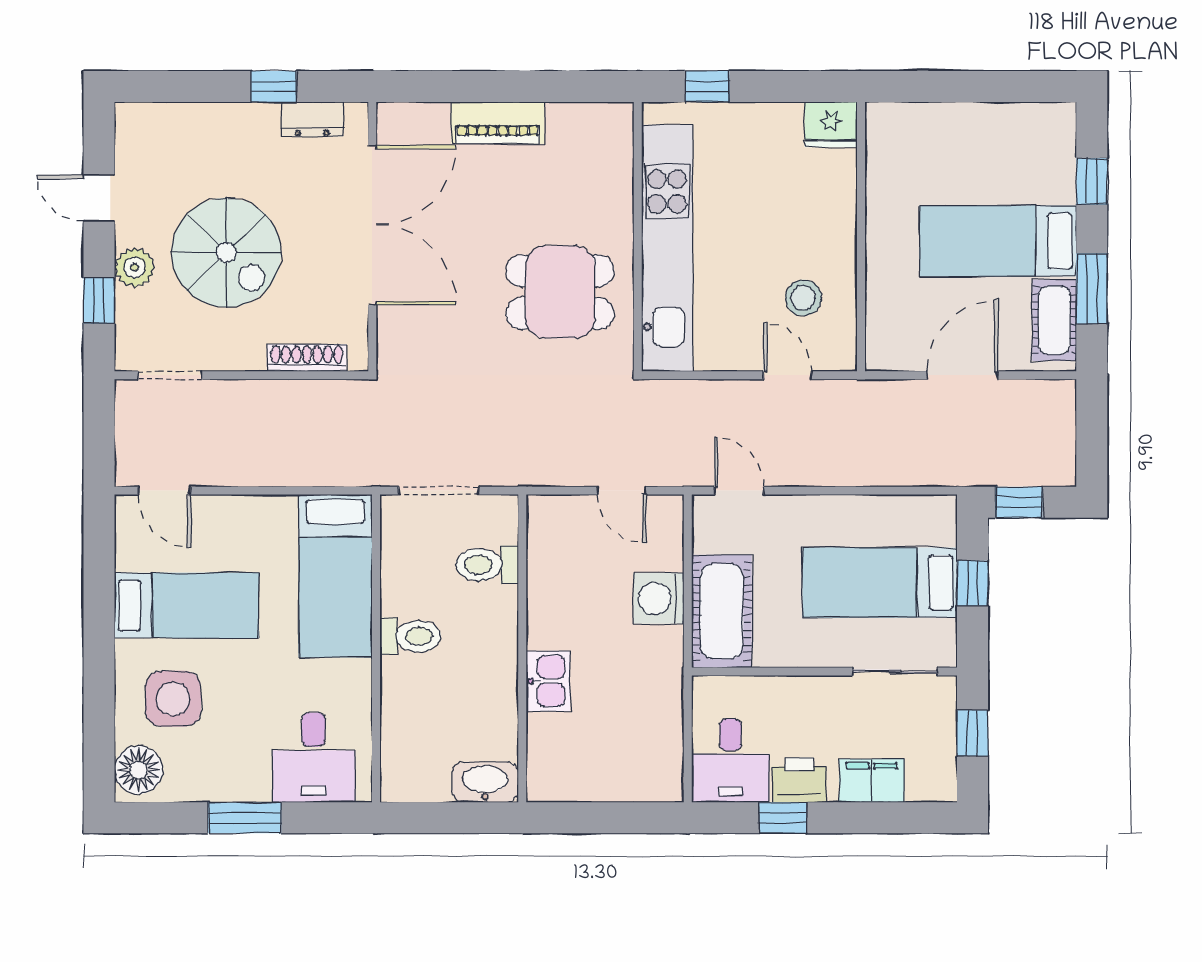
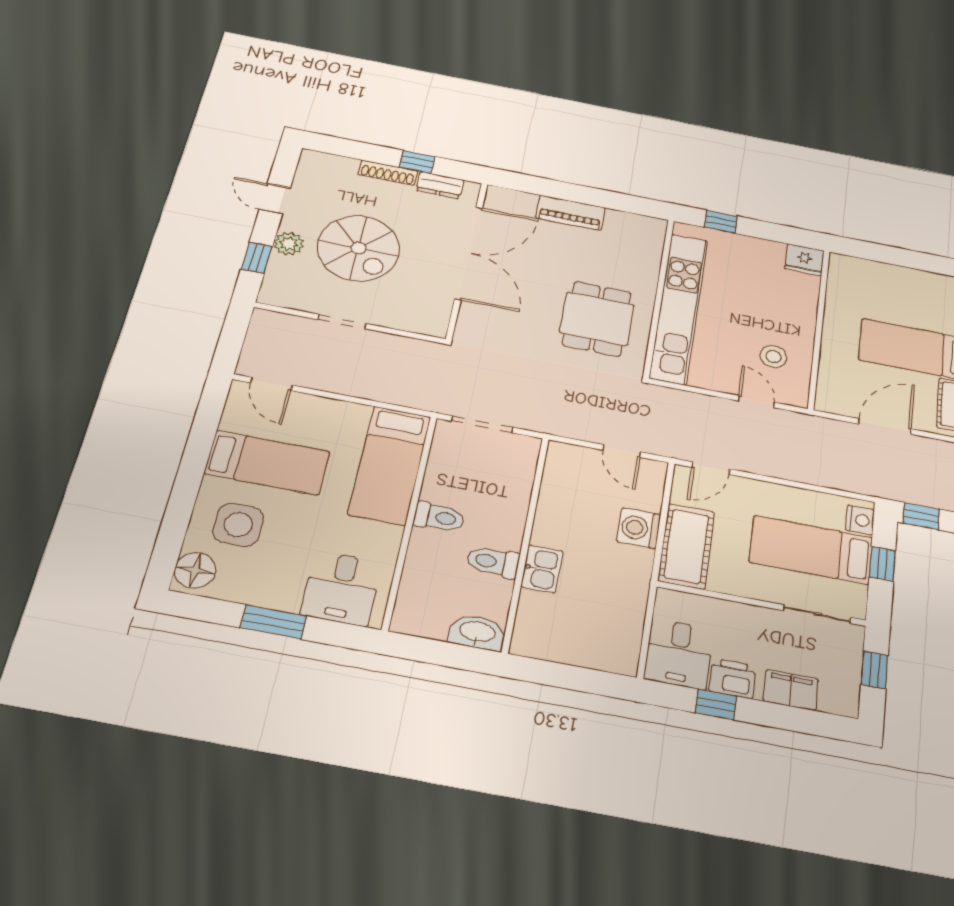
dining table: (560, 292) -> (597, 319), turned 90
shoe rack: (307, 358) -> (388, 173), moved, turned 180
doorway: (170, 375) -> (342, 322), moved
door: (739, 491) -> (711, 468), swing flipped
nightstand: (939, 525) -> (860, 520), added
toilet: (487, 565) -> (493, 562), moved

